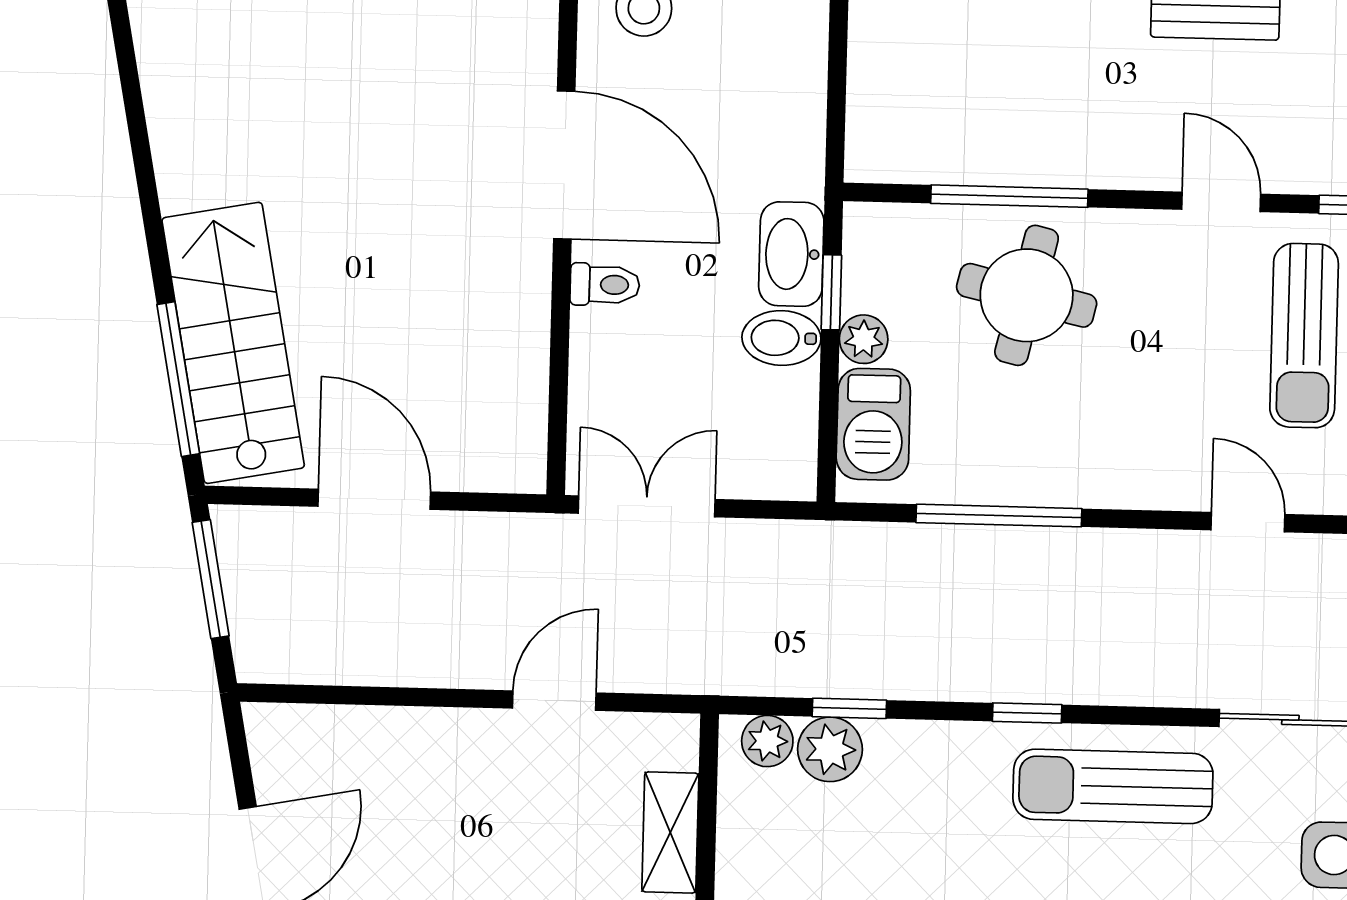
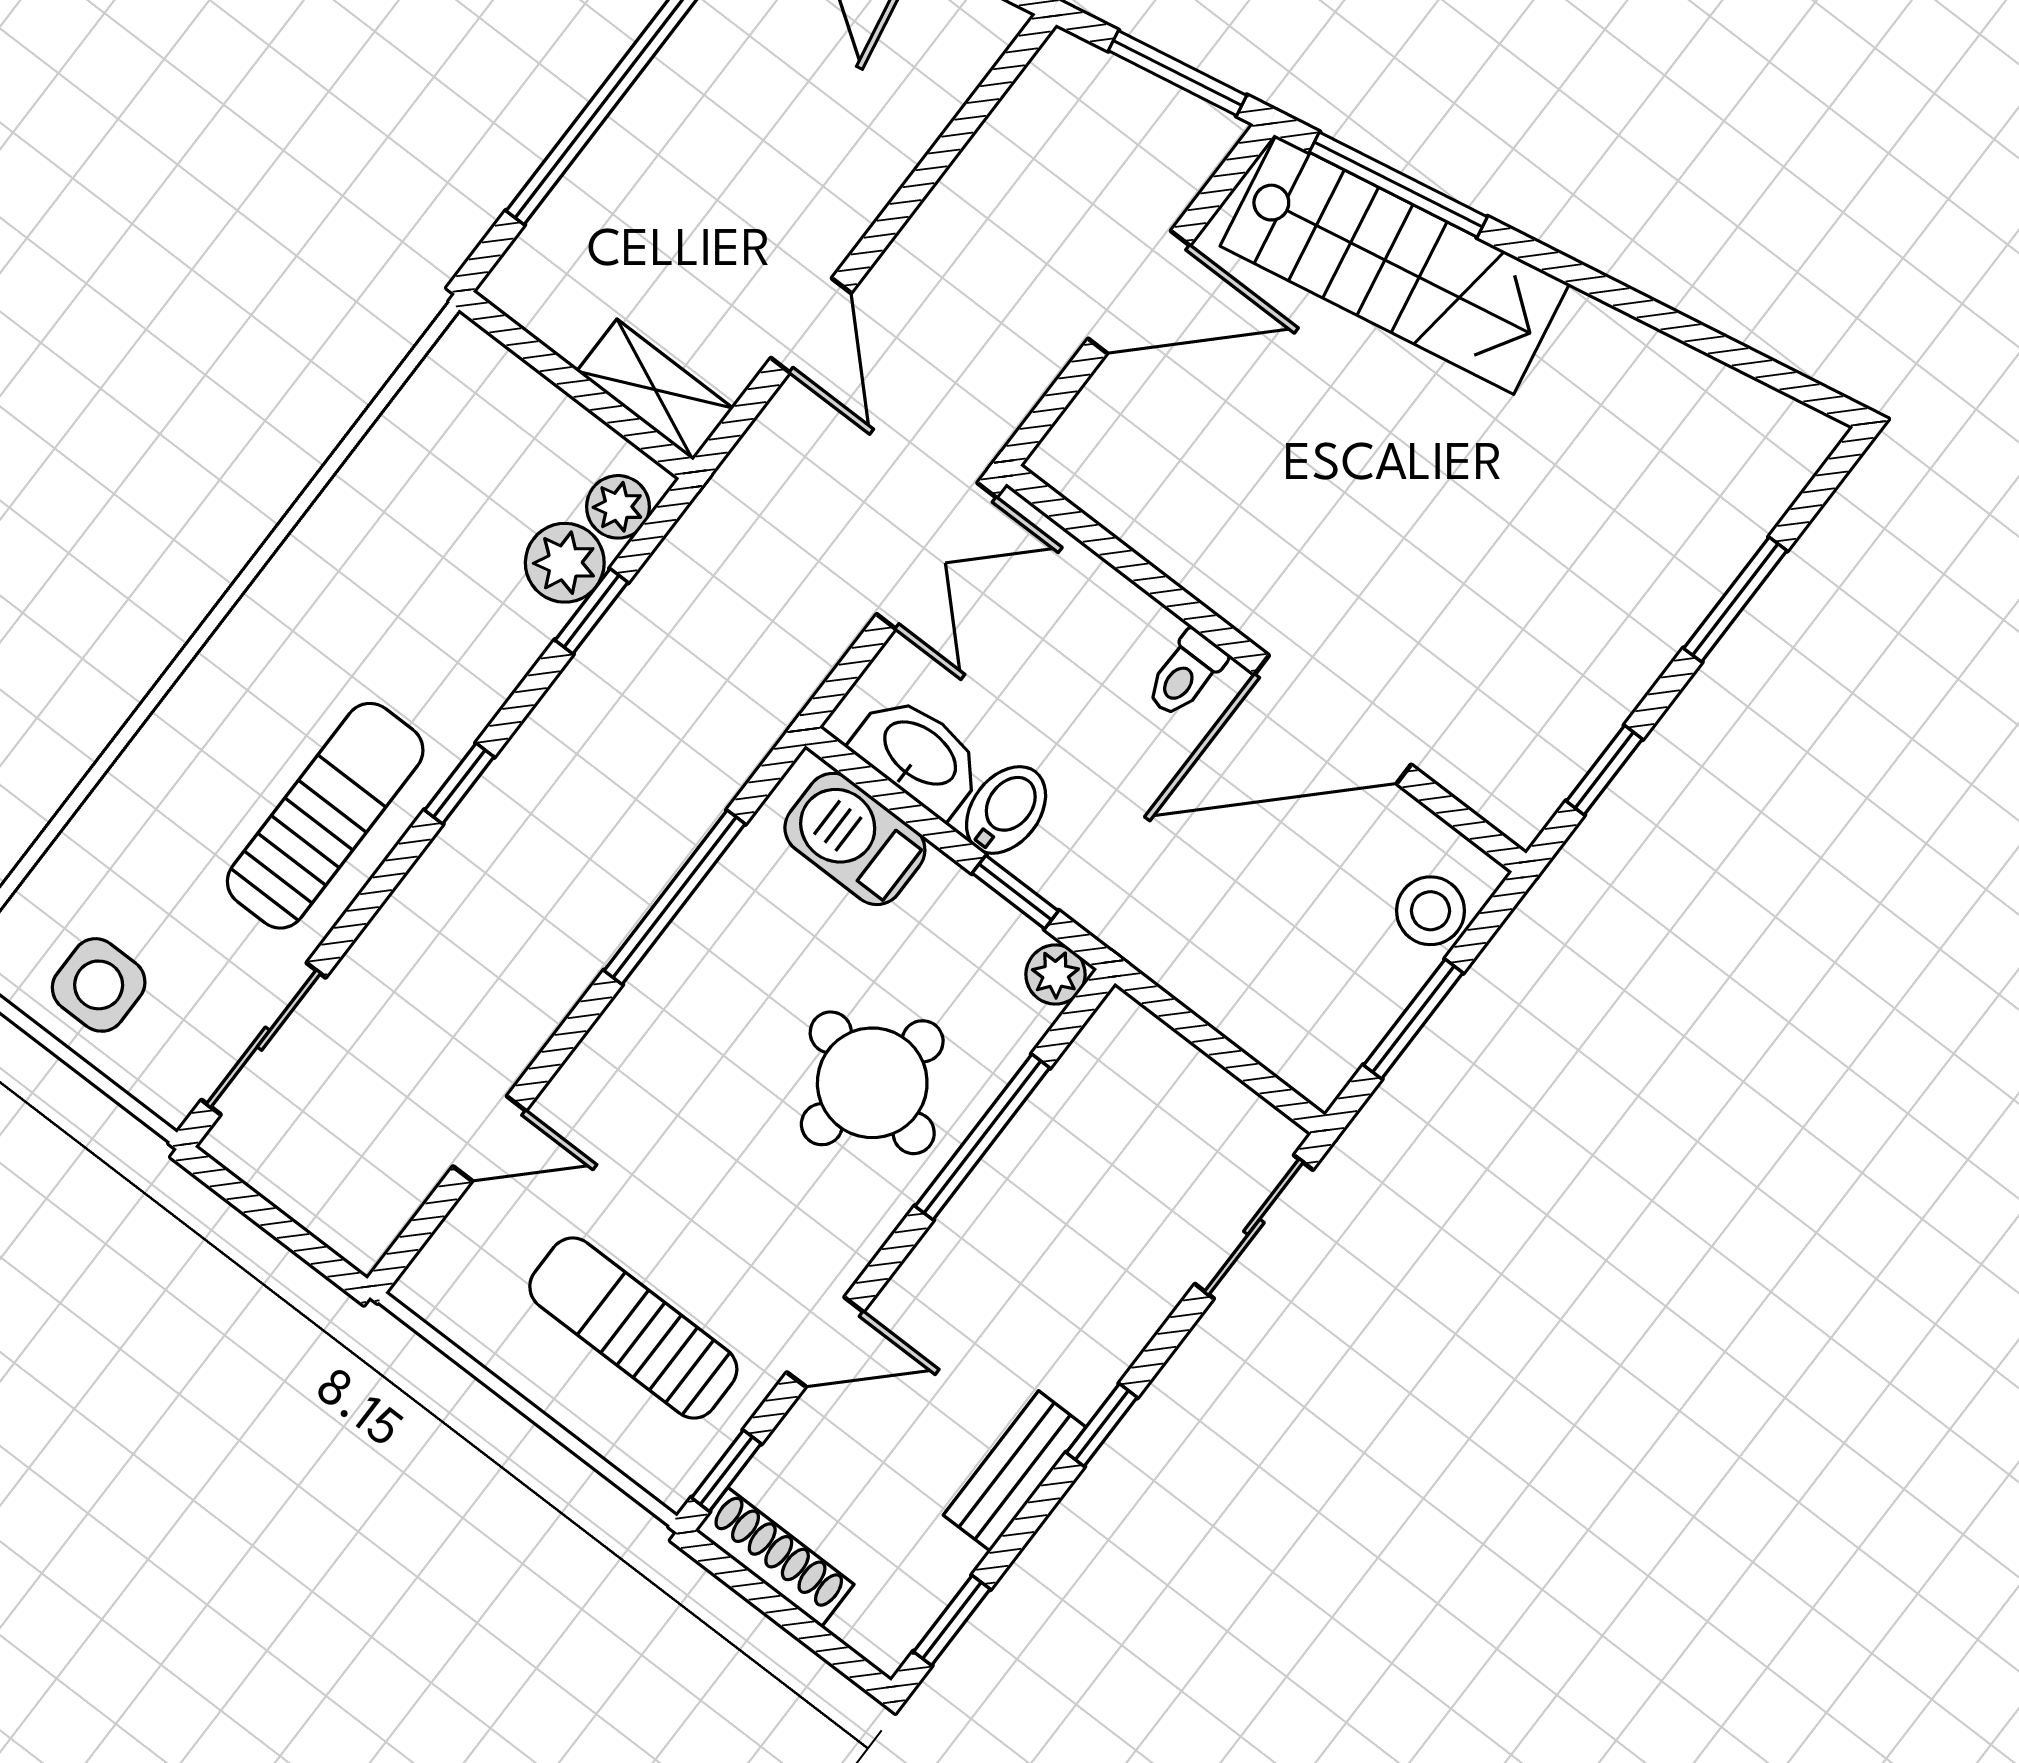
washbasin: (791, 254) -> (919, 755), moved
plant: (864, 339) -> (1056, 974), moved
shelving: (670, 832) -> (655, 390), moved

